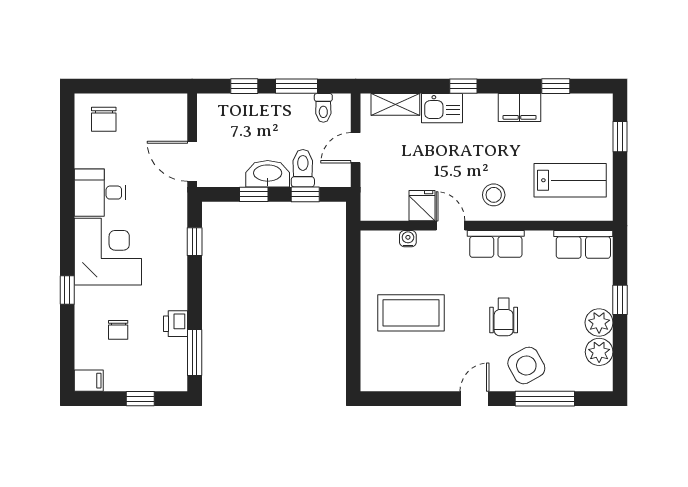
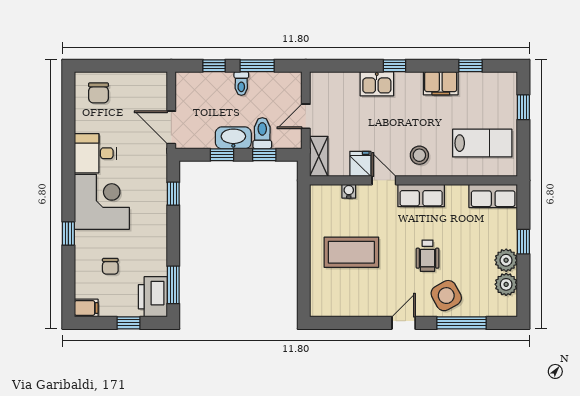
shelving: (395, 104) -> (319, 156), moved, turned 90
toilet: (323, 108) -> (241, 84), moved
printer: (176, 324) -> (153, 297), moved, width x1.87, depth x1.48

